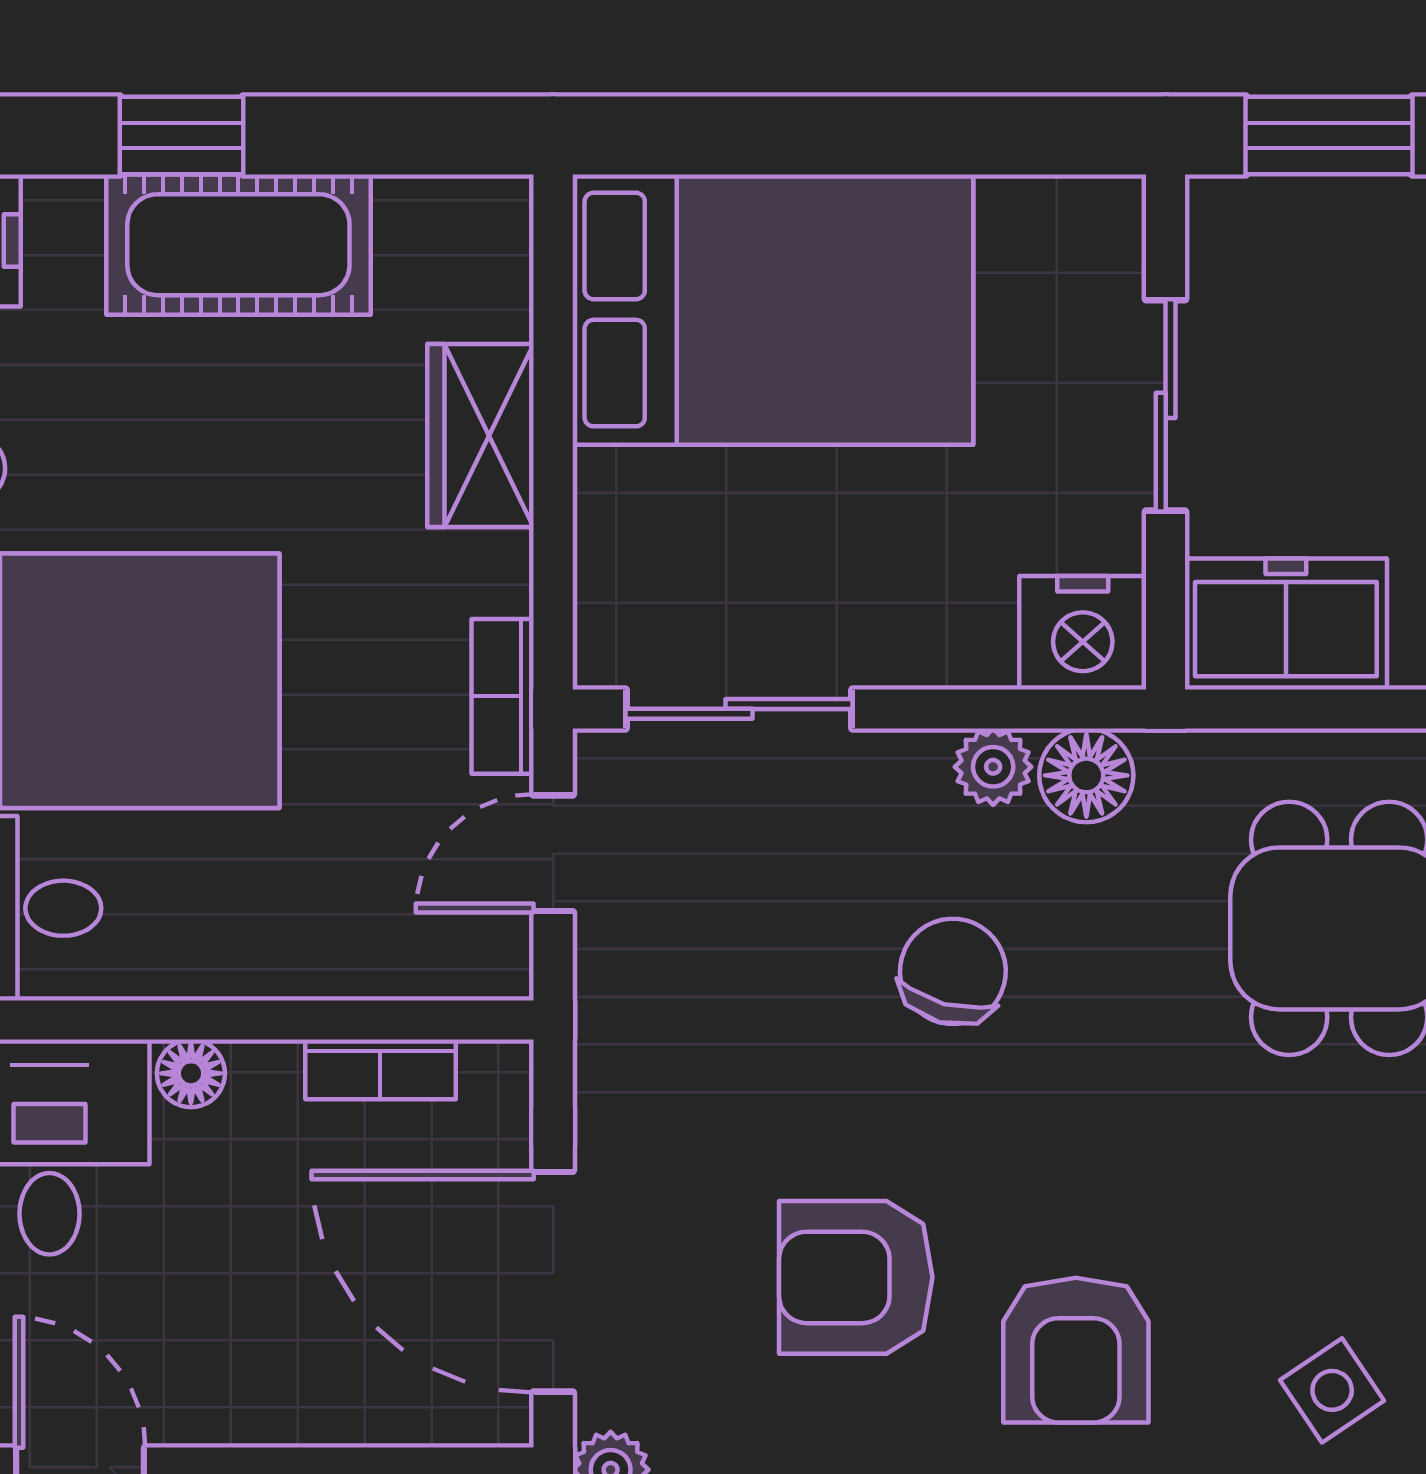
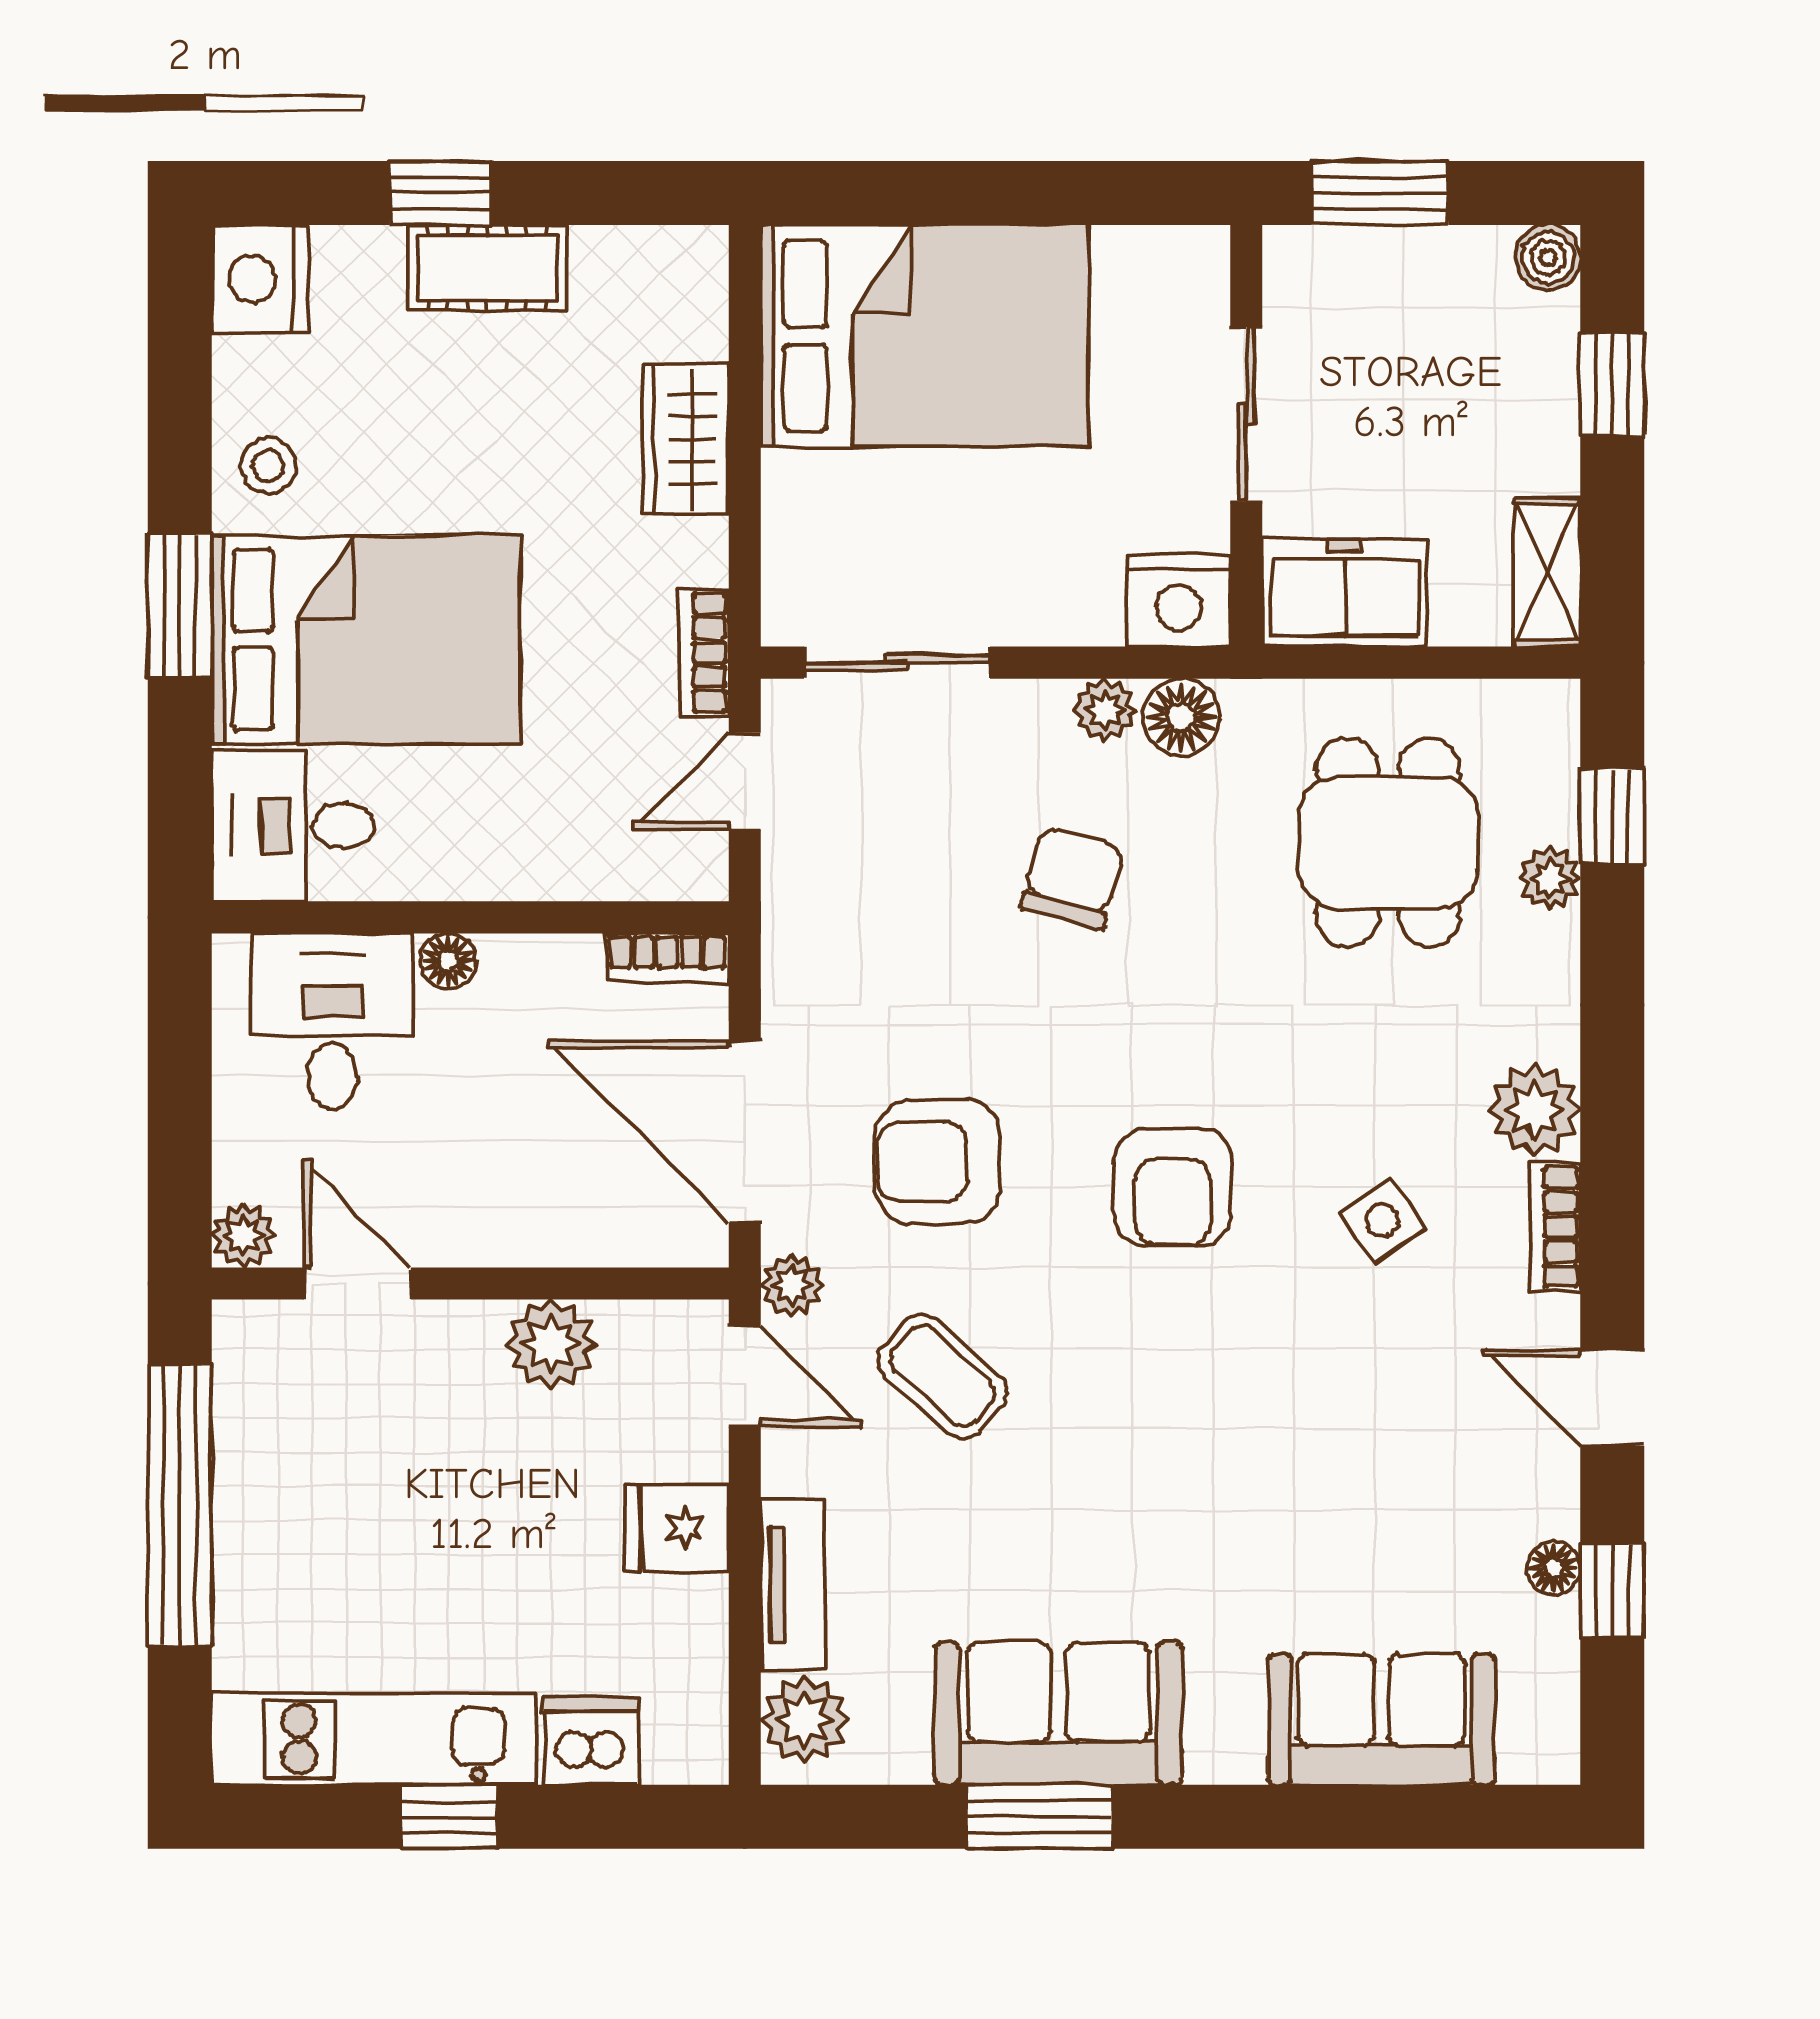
cot: (238, 245) -> (487, 268), width x0.73, depth x0.75
bookcase: (380, 1069) -> (667, 958), moved
armchair: (856, 1277) -> (938, 1162), moved

